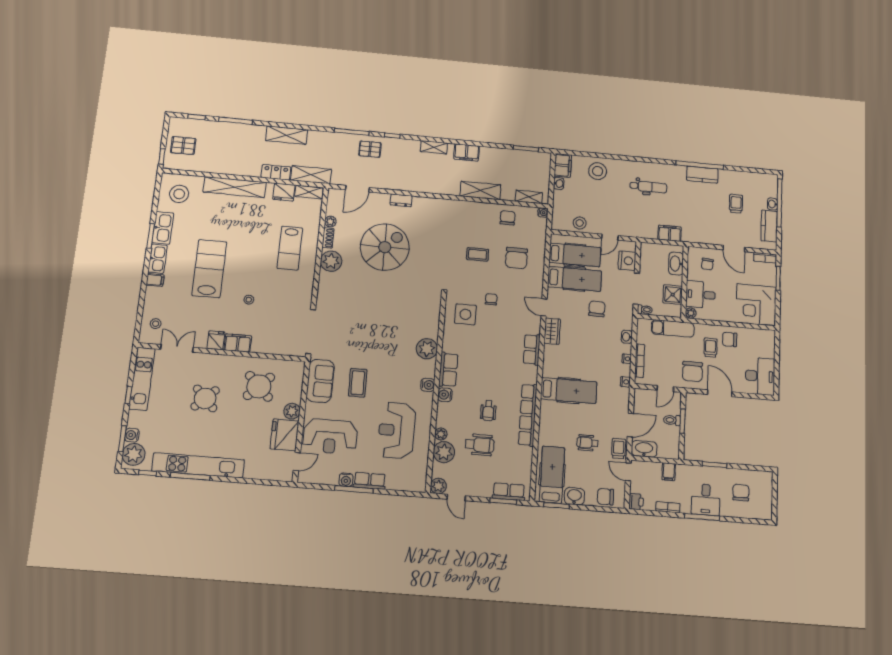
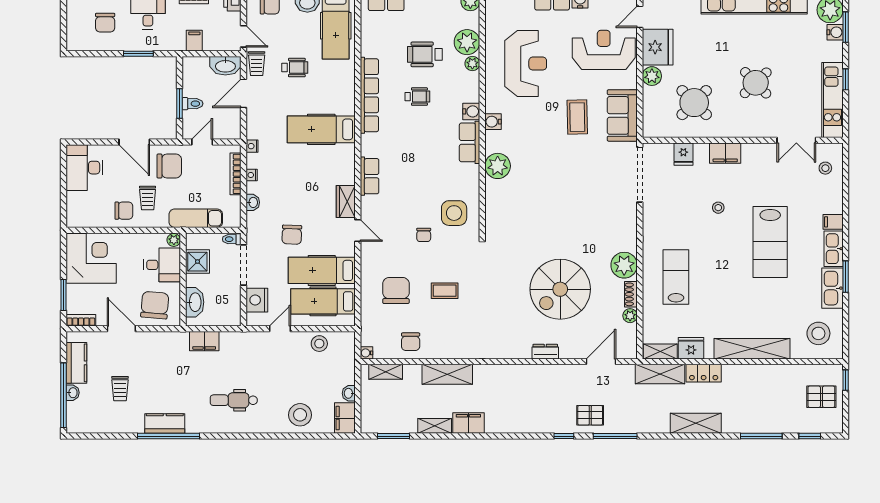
shelving: (434, 147) -> (435, 426), moved
chair: (707, 264) -> (155, 305), width x1.87, depth x1.87
fridge: (216, 340) -> (683, 154), moved
chair: (692, 372) -> (169, 166), turned 90
wheelchair: (488, 411) -> (417, 97), turned 90

